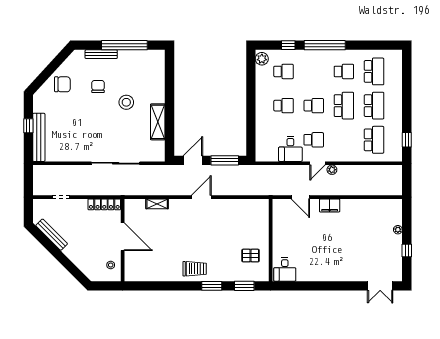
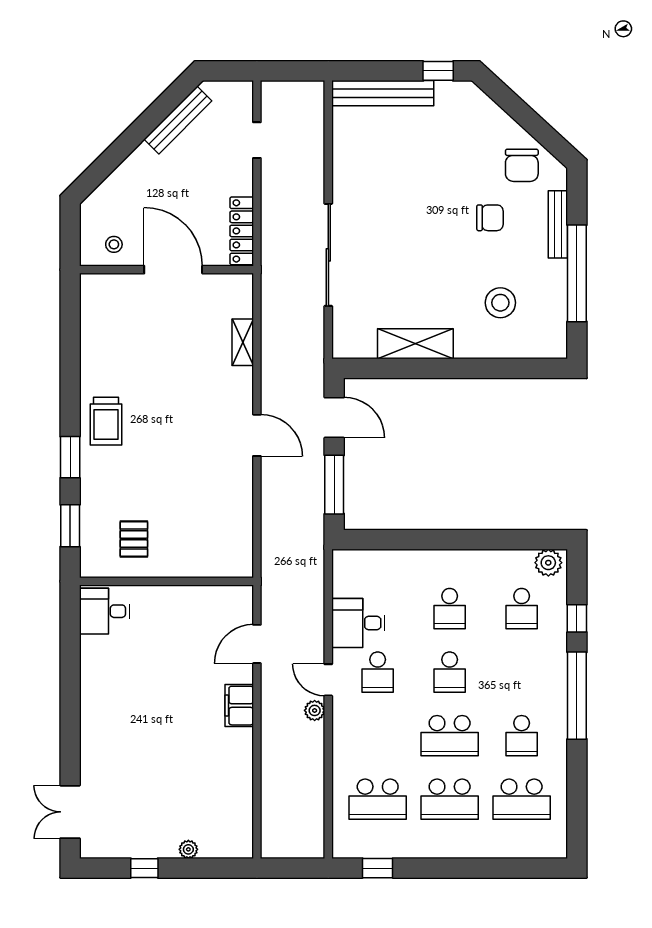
chair: (62, 84) -> (522, 165), moved
stool: (126, 102) -> (500, 303), moved
window: (28, 126) -> (438, 71), moved
door: (123, 237) -> (173, 270), swing flipped

